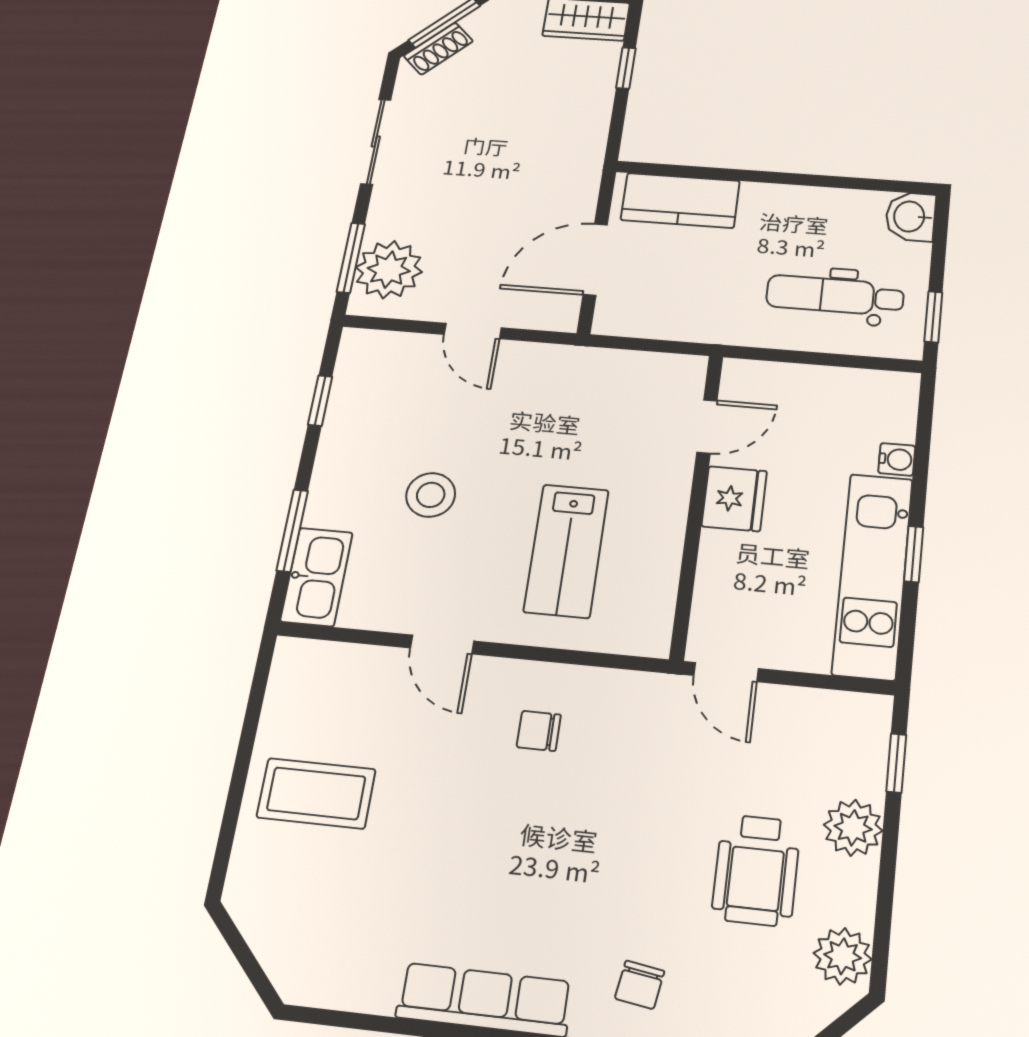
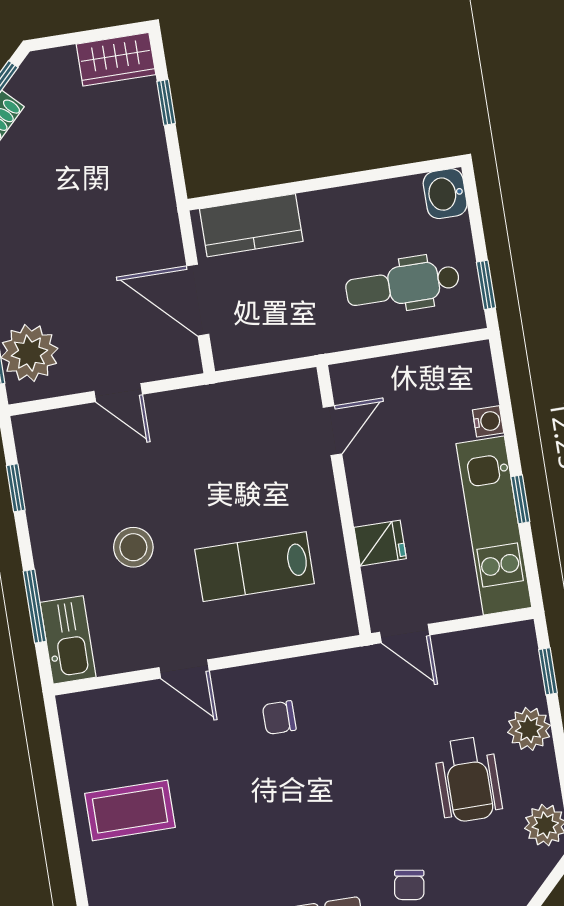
door: (595, 260) -> (198, 300), hinge flipped
fridge: (734, 499) -> (380, 543), moved, width x0.72
lab bench: (566, 551) -> (255, 567), turned 90

